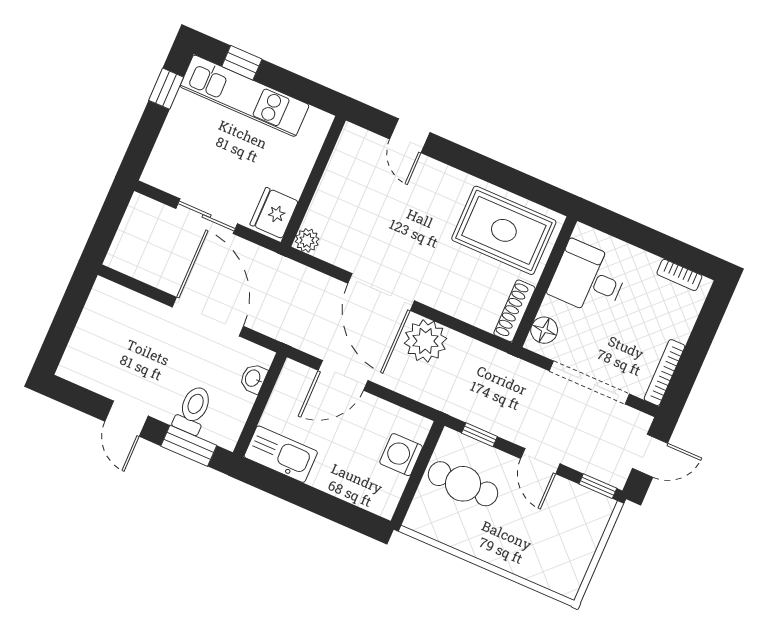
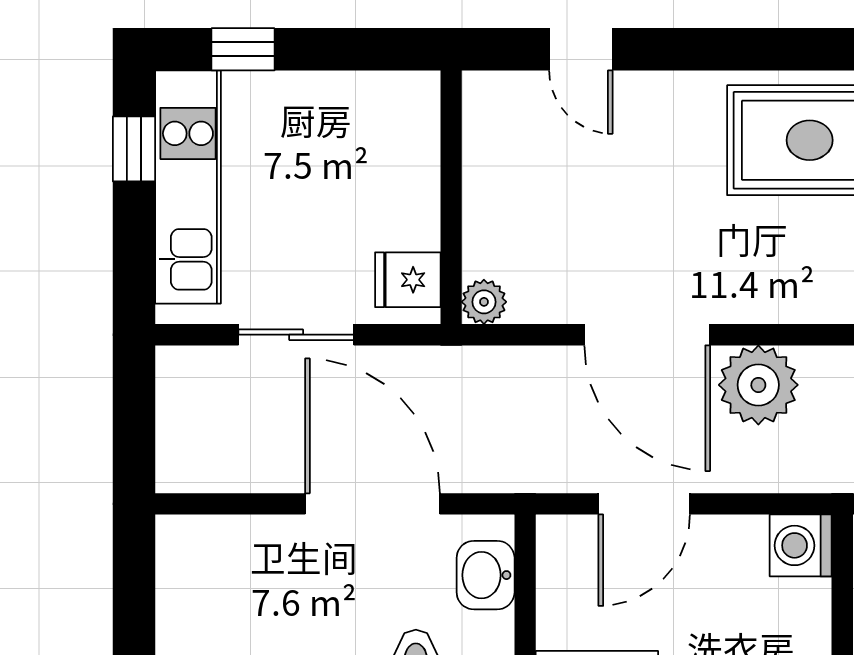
kitchen unit: (244, 96) -> (188, 187), moved, turned -90
fridge: (274, 213) -> (408, 280), width x0.72
washbasin: (253, 378) -> (486, 575), width x1.38, depth x1.45
washing machine: (401, 455) -> (801, 545), moved

